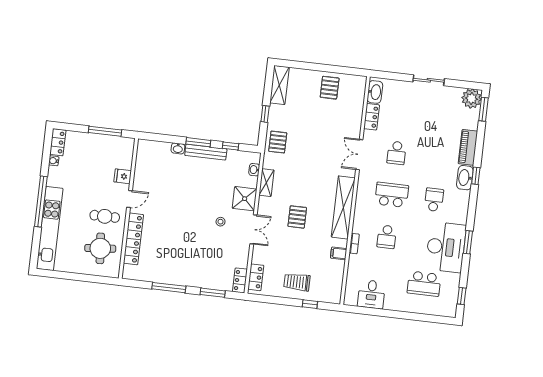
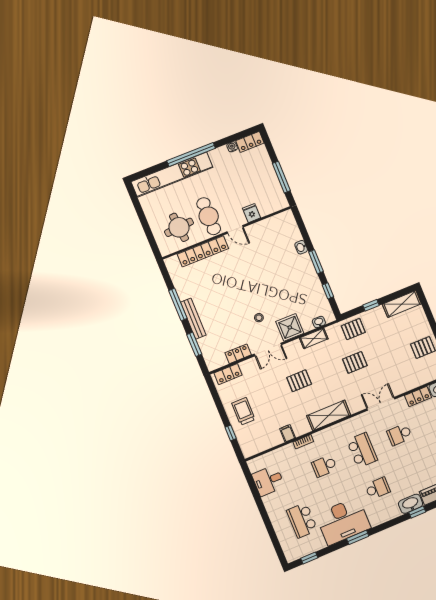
bench: (206, 152) -> (193, 319), moved
pallet: (309, 157) -> (355, 362), added
shelving: (343, 207) -> (329, 415), width x0.68
cafe table: (105, 216) -> (209, 216), width x1.37, depth x1.35
locker: (240, 280) -> (238, 354), moved

